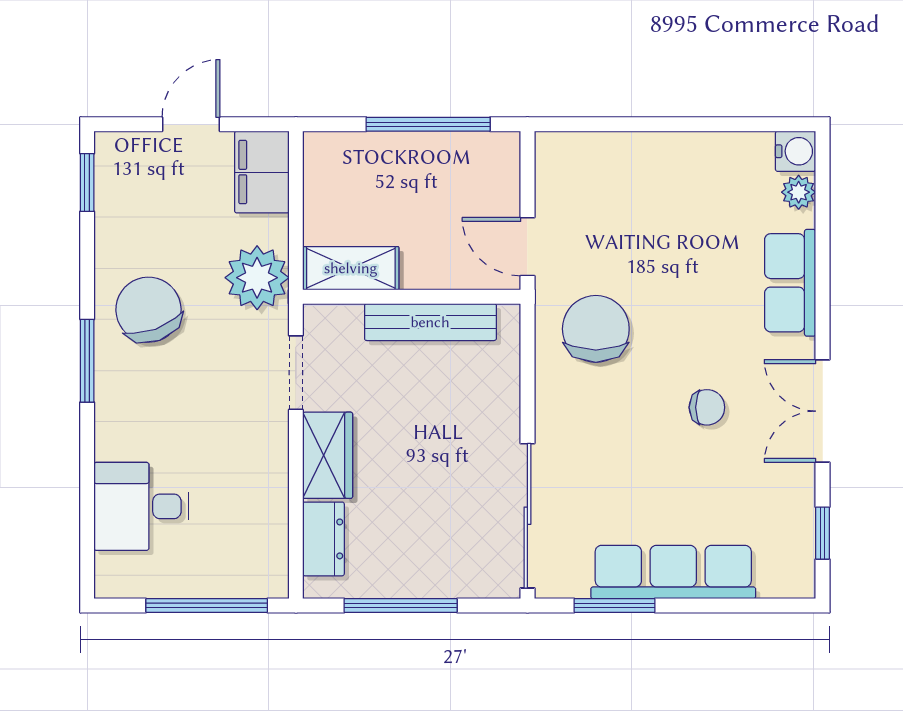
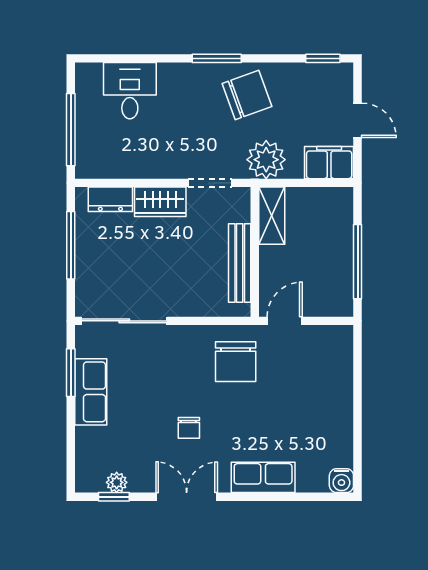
plant: (799, 192) -> (117, 482), moved
chair: (596, 329) -> (236, 362), turned 90
row of seats: (673, 572) -> (91, 392), width x0.68

